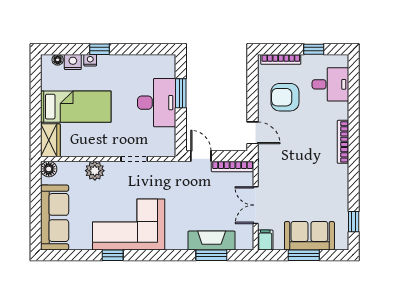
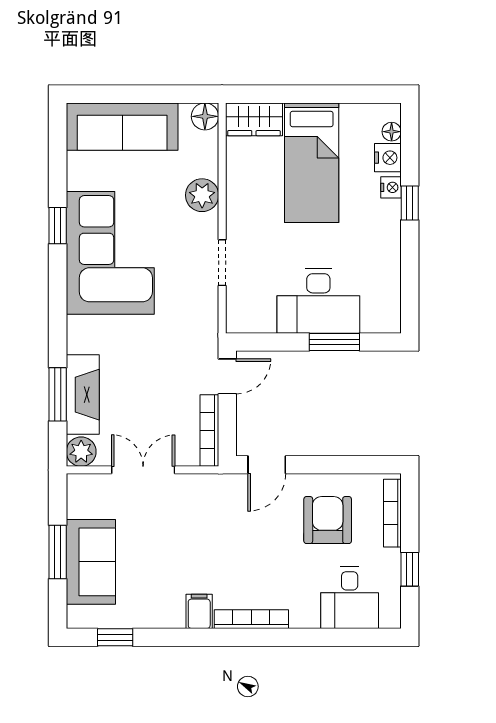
filing cabinet: (265, 240) -> (199, 611), moved, turned -90
plant: (245, 241) -> (81, 452), added

